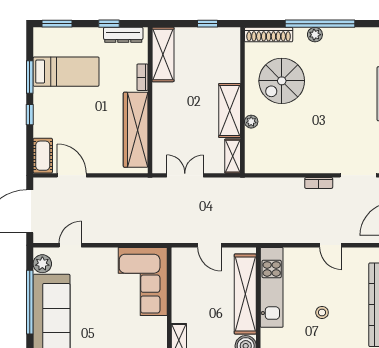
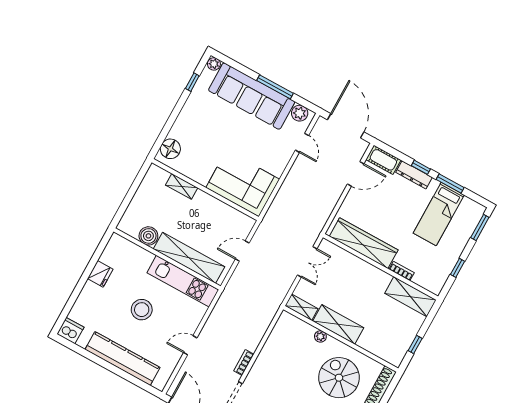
dresser: (123, 35) -> (414, 175), moved, turned -90
window: (30, 302) -> (275, 87), width x0.68
stool: (322, 312) -> (142, 310), width x1.89, depth x1.89

